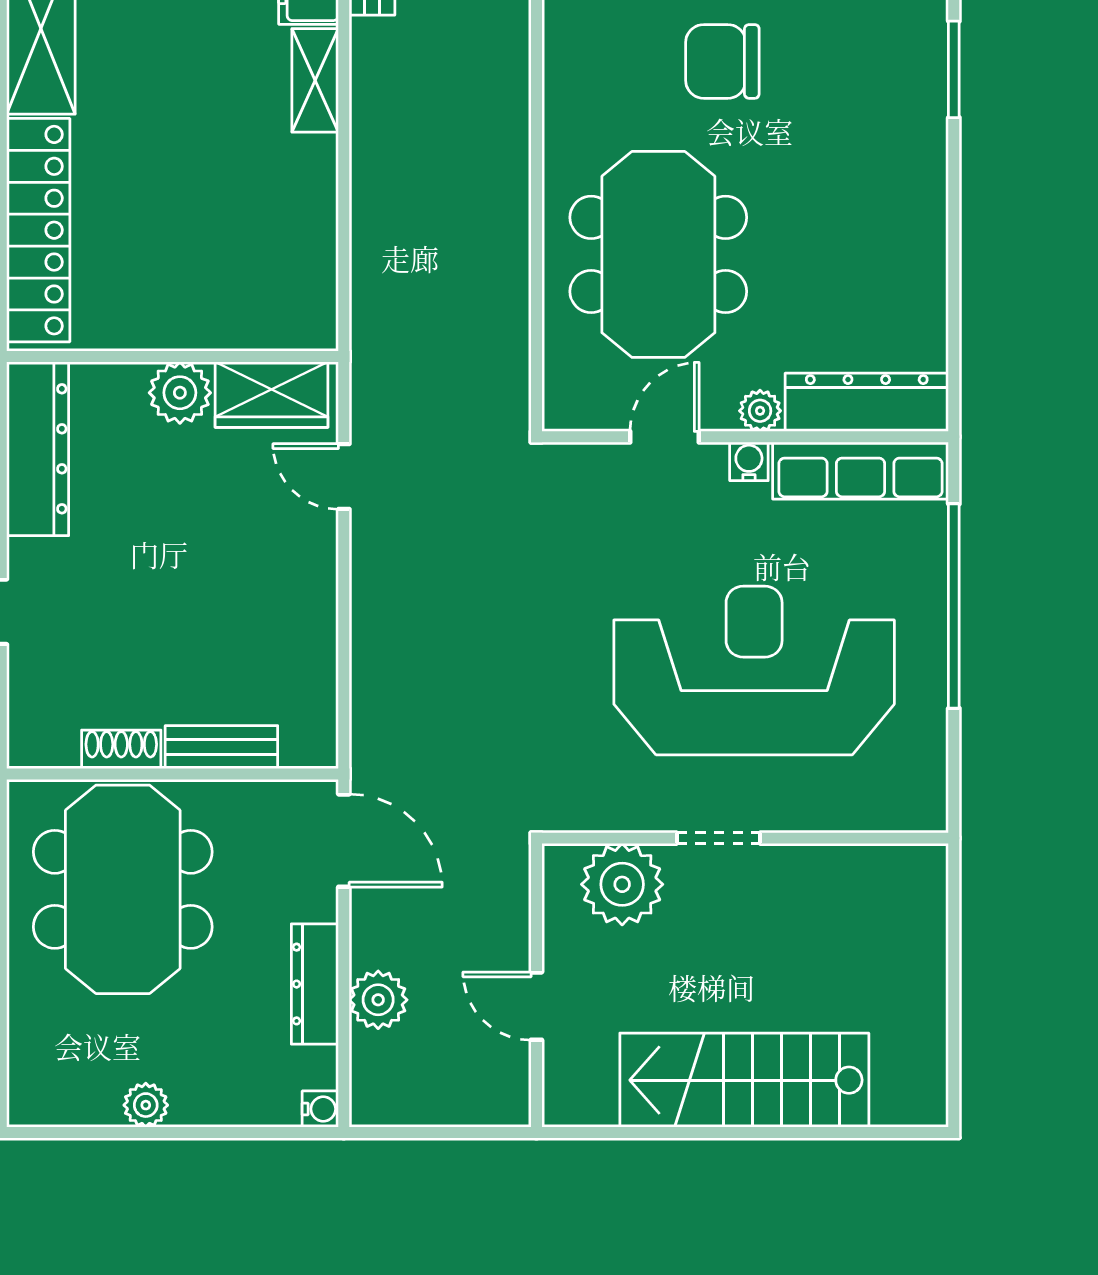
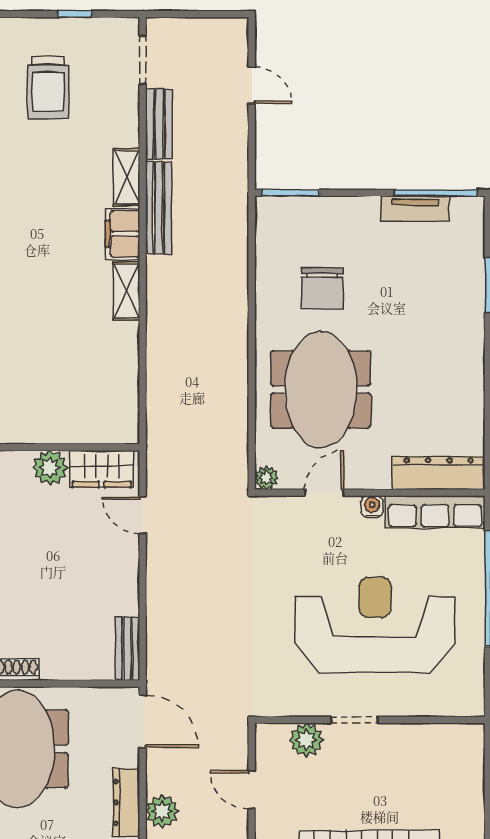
chair: (722, 61) -> (322, 288), moved, turned -90
plant: (760, 411) -> (266, 478), moved
bench: (221, 747) -> (127, 649), moved, turned 90
plant: (622, 884) -> (306, 740), width x0.73, depth x0.73
door: (536, 1006) -> (252, 790), moved

